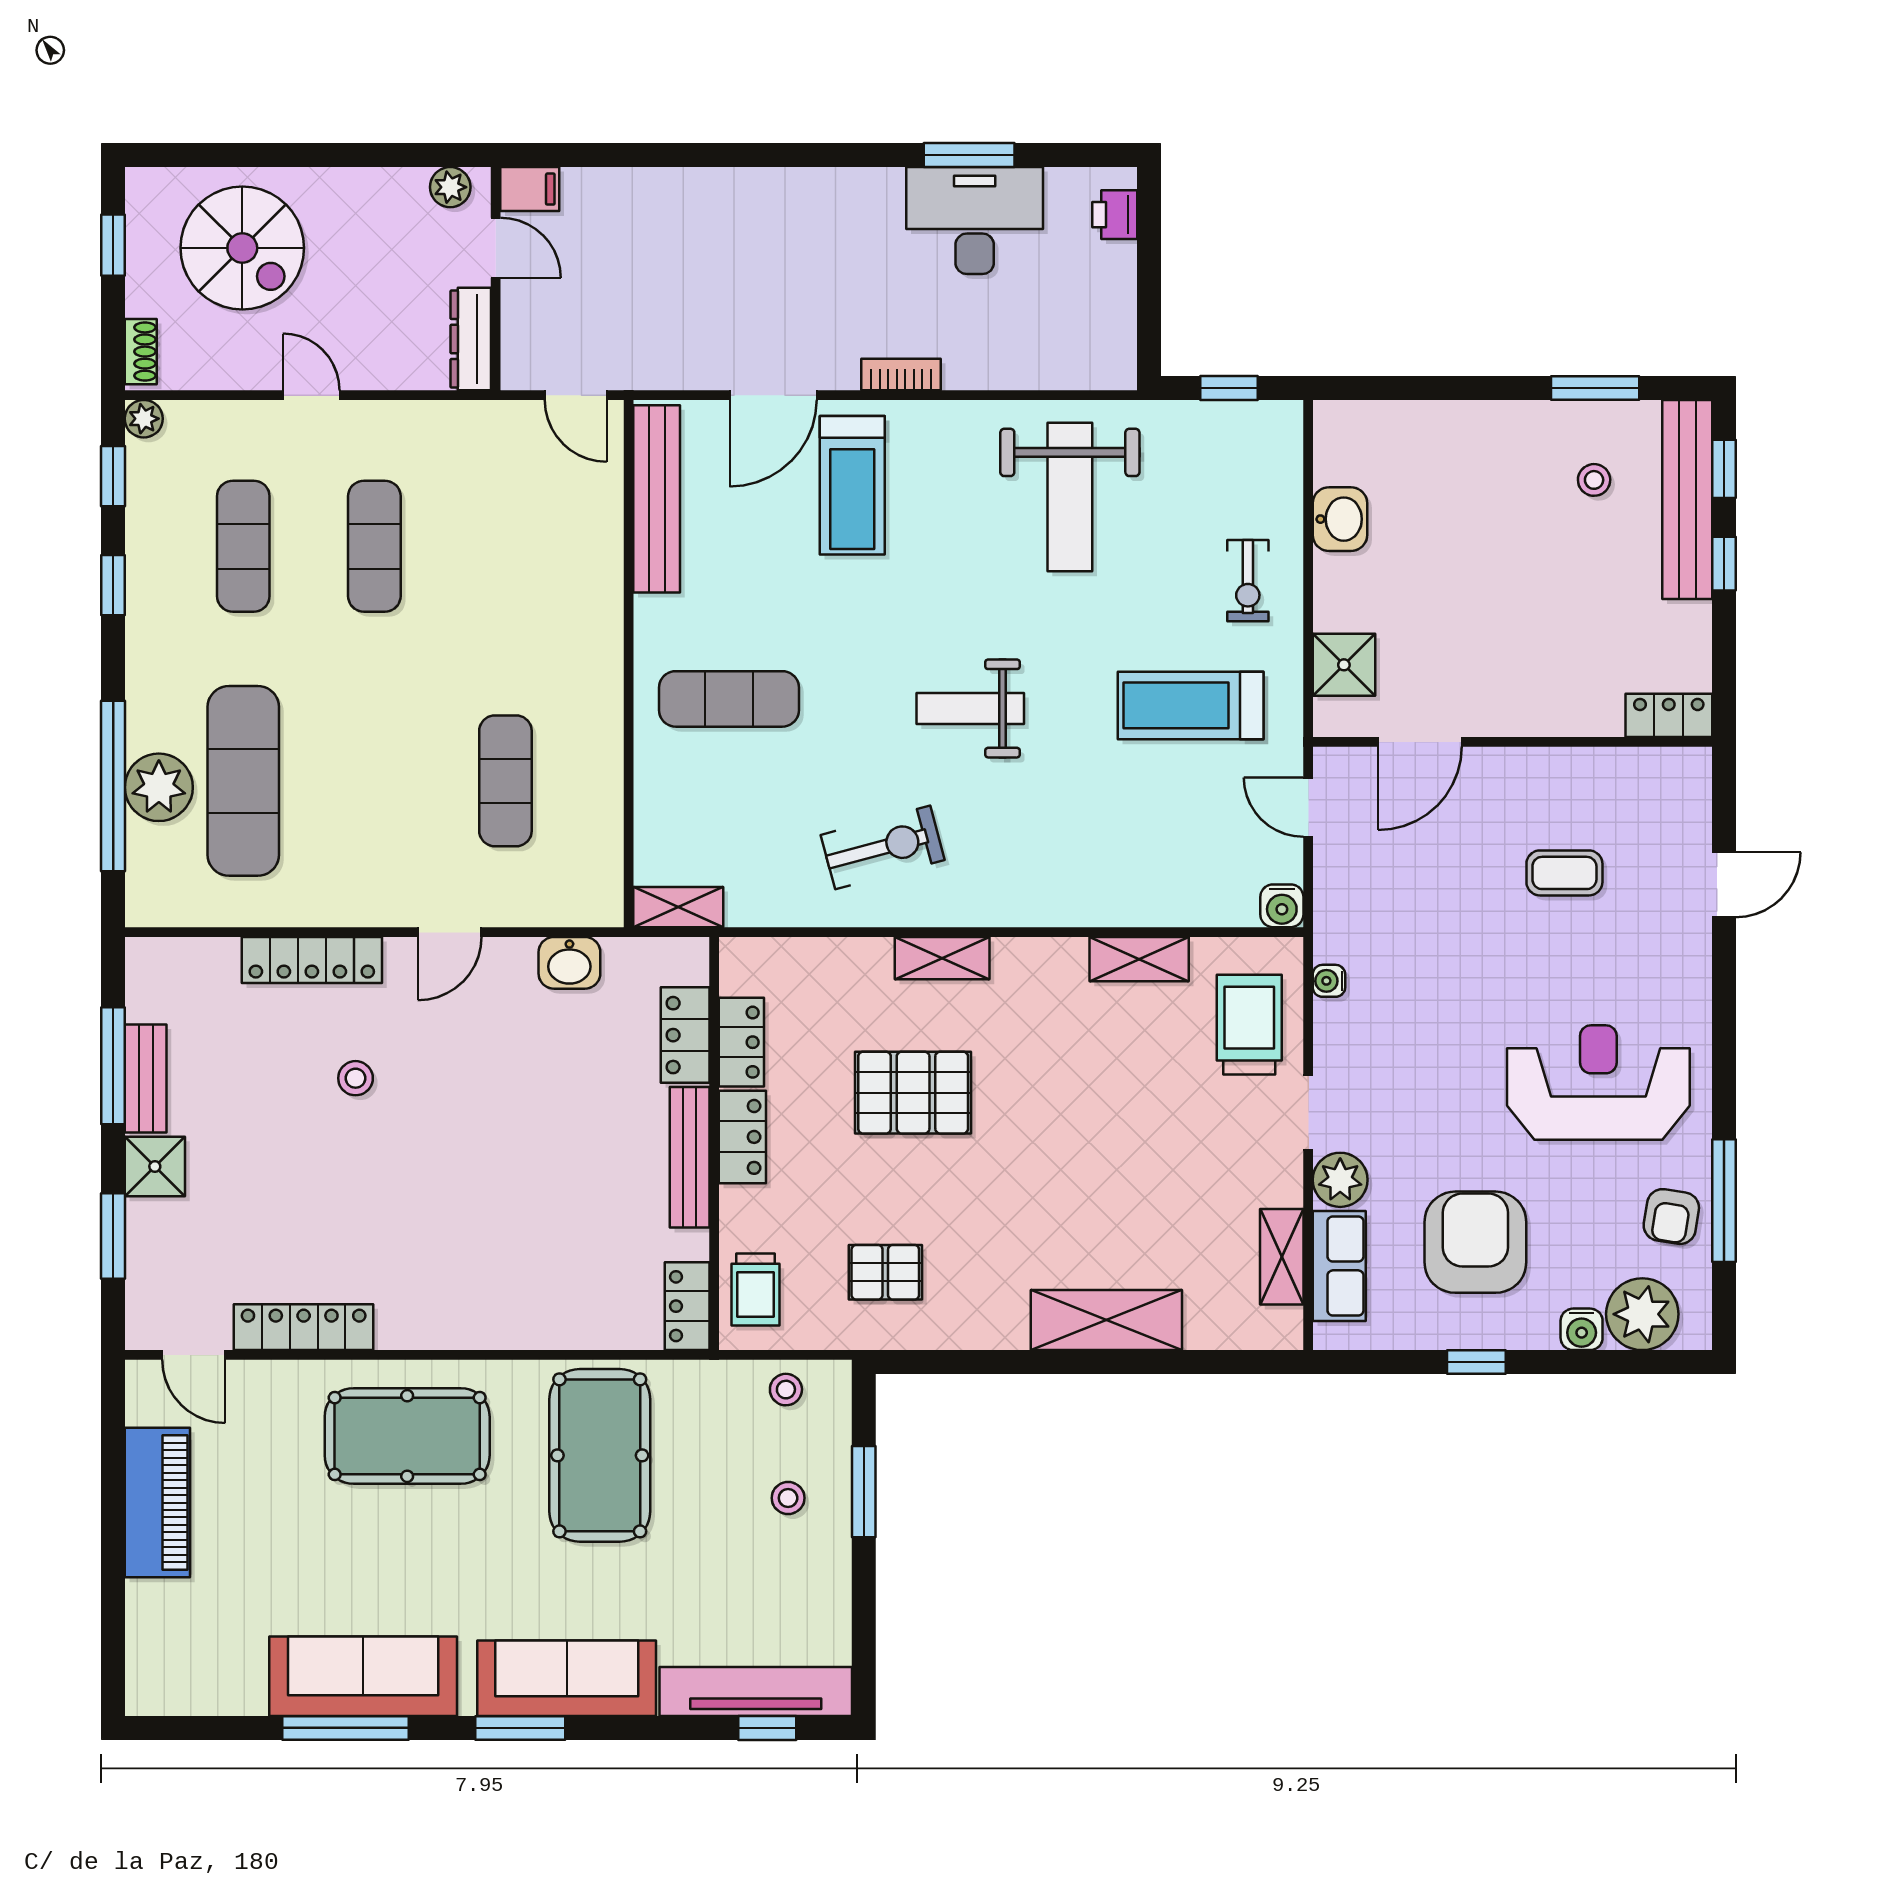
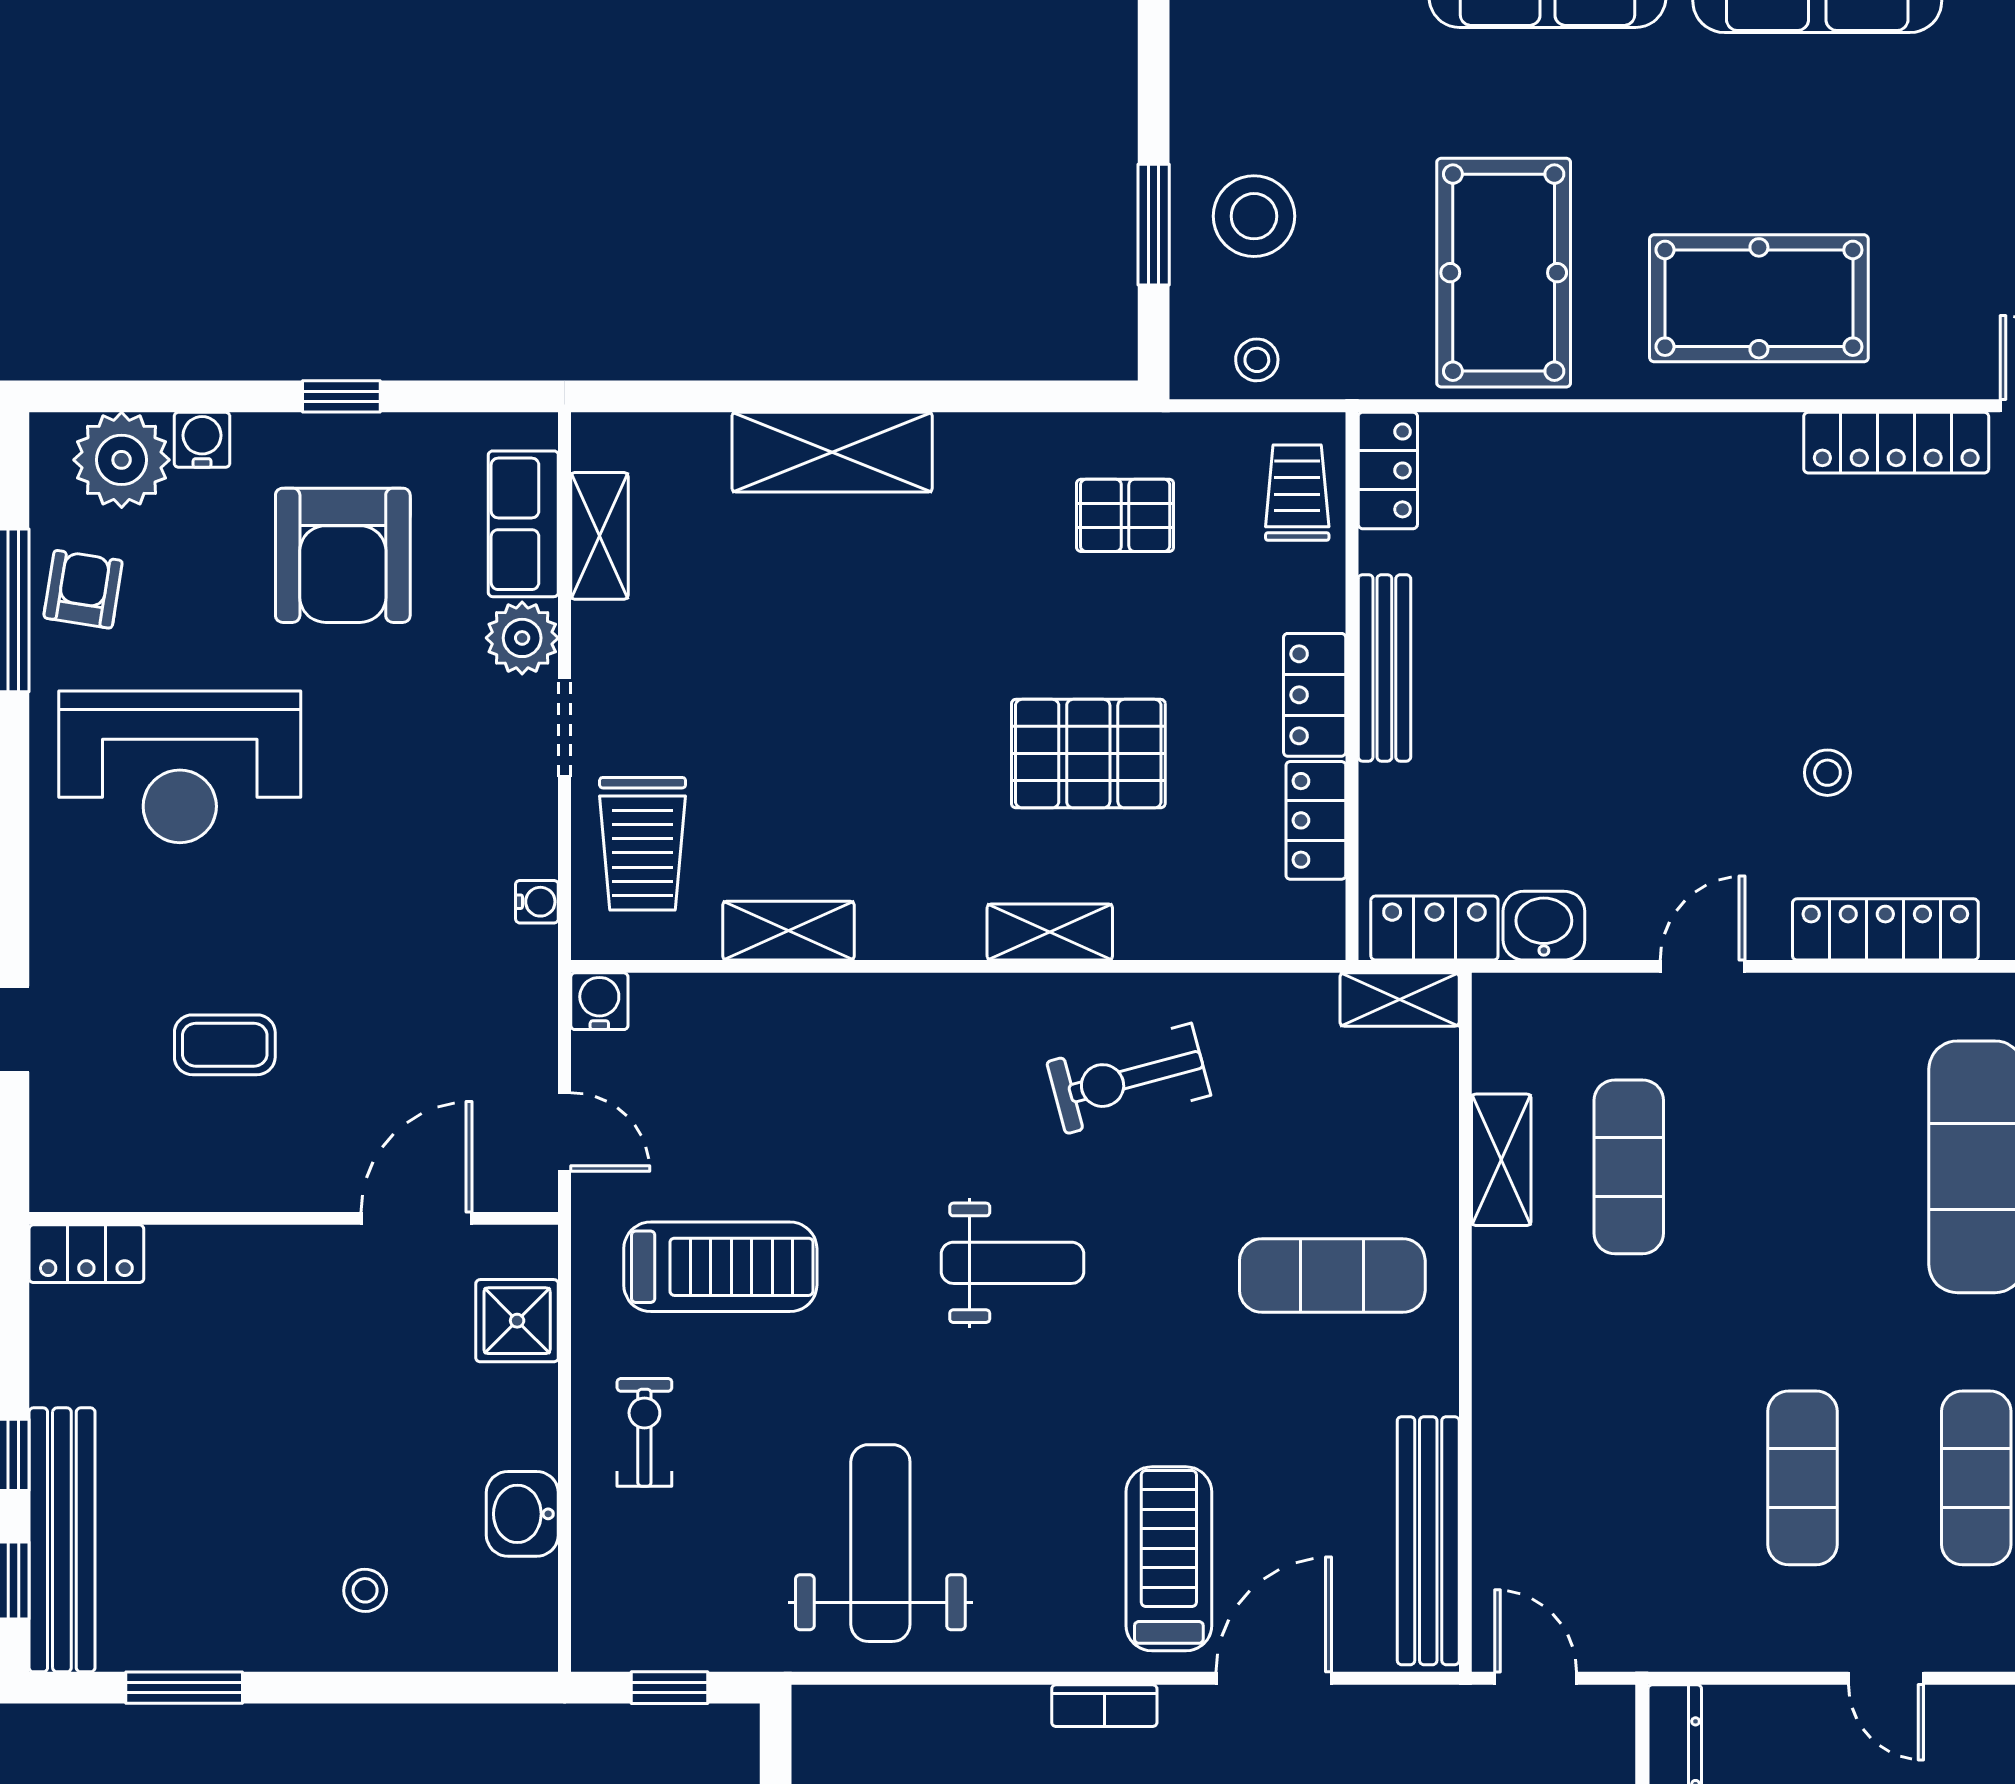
stool: (1594, 480) -> (365, 1590), moved
shelving: (601, 786) -> (1501, 1160), added
locker: (685, 1035) -> (1434, 928), moved, turned -90
stool: (788, 1498) -> (1254, 216), width x1.89, depth x1.89

